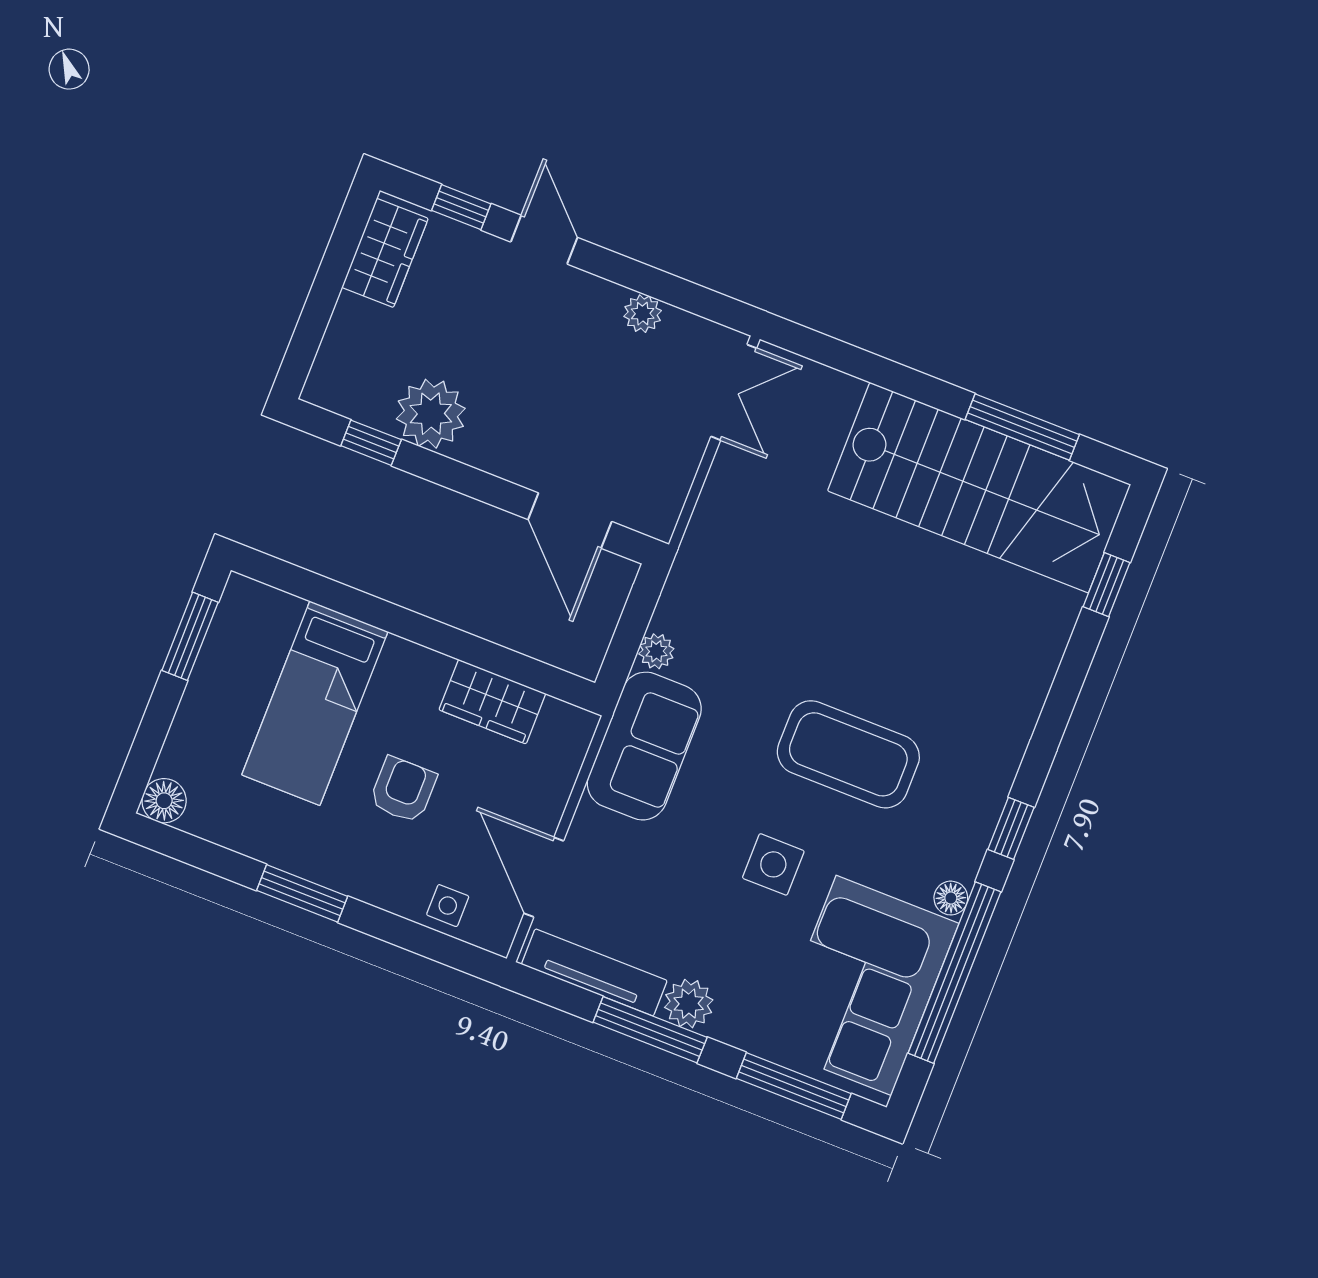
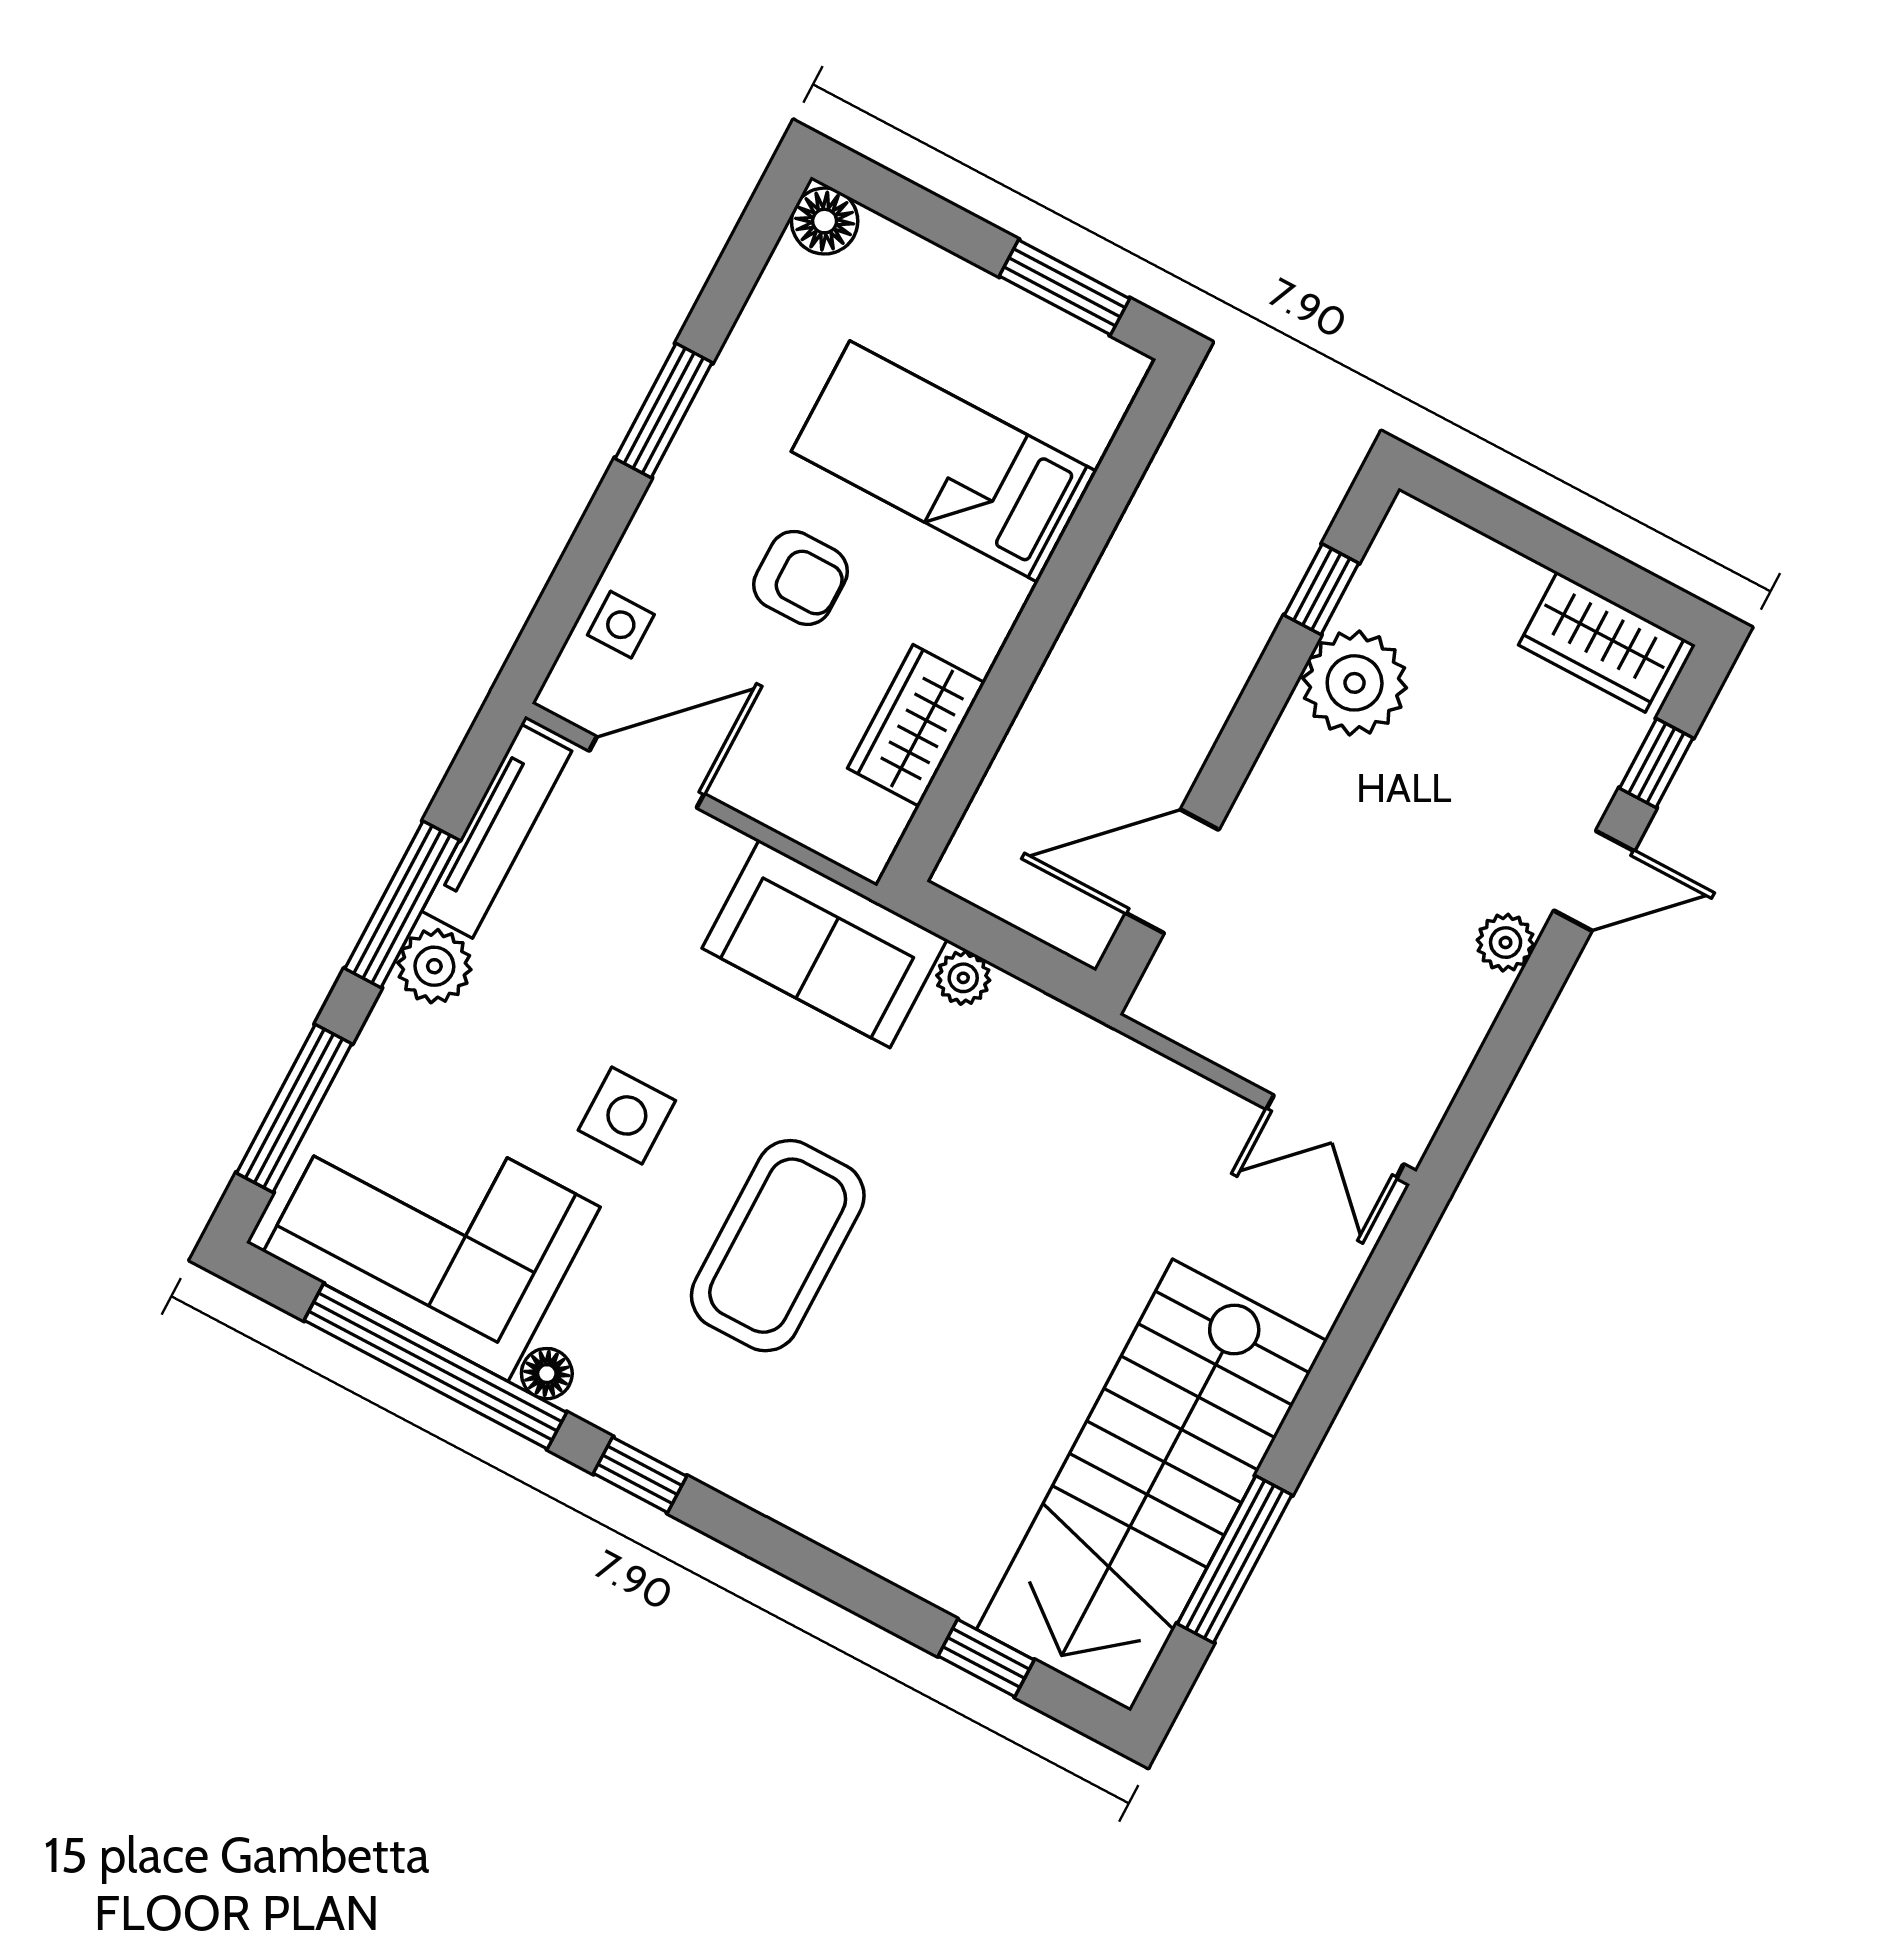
plant: (643, 314) -> (1506, 943), moved

